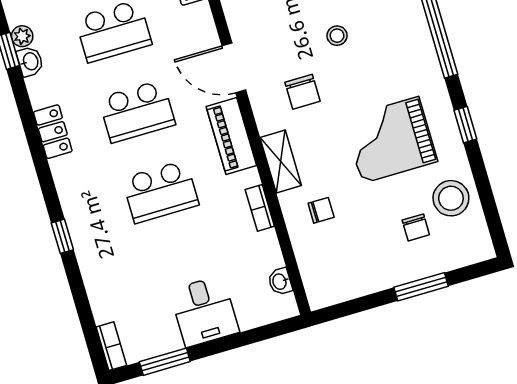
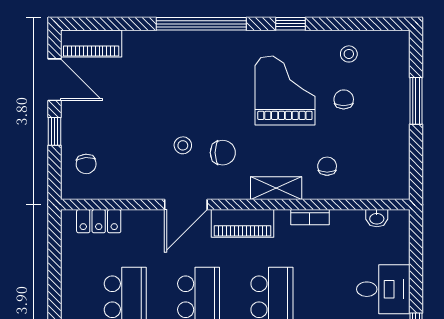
stool: (337, 36) -> (183, 145), moved
grand piano: (390, 140) -> (285, 91), turned 180
stool: (451, 198) -> (349, 54), width x0.53, depth x0.53
chair: (416, 227) -> (344, 99), moved, turned -90

